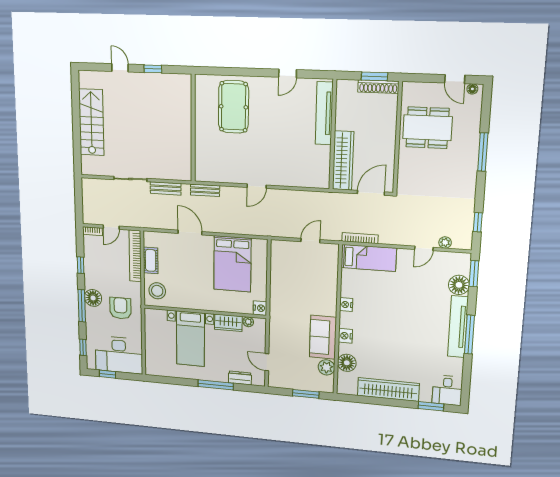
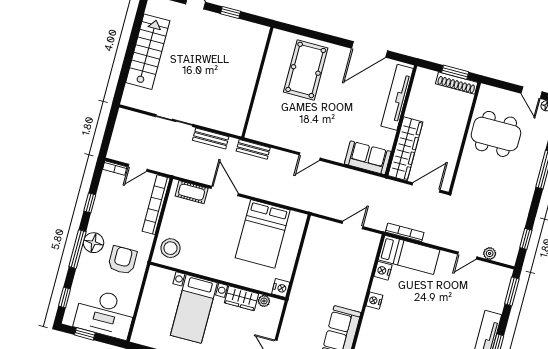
door: (288, 73) -> (369, 49), width x1.88
sofa: (310, 176) -> (368, 158), added
cot: (151, 260) -> (192, 192), moved, turned 90
floor lamp: (459, 285) -> (495, 301), removed
nightstand: (345, 336) -> (383, 271), moved

